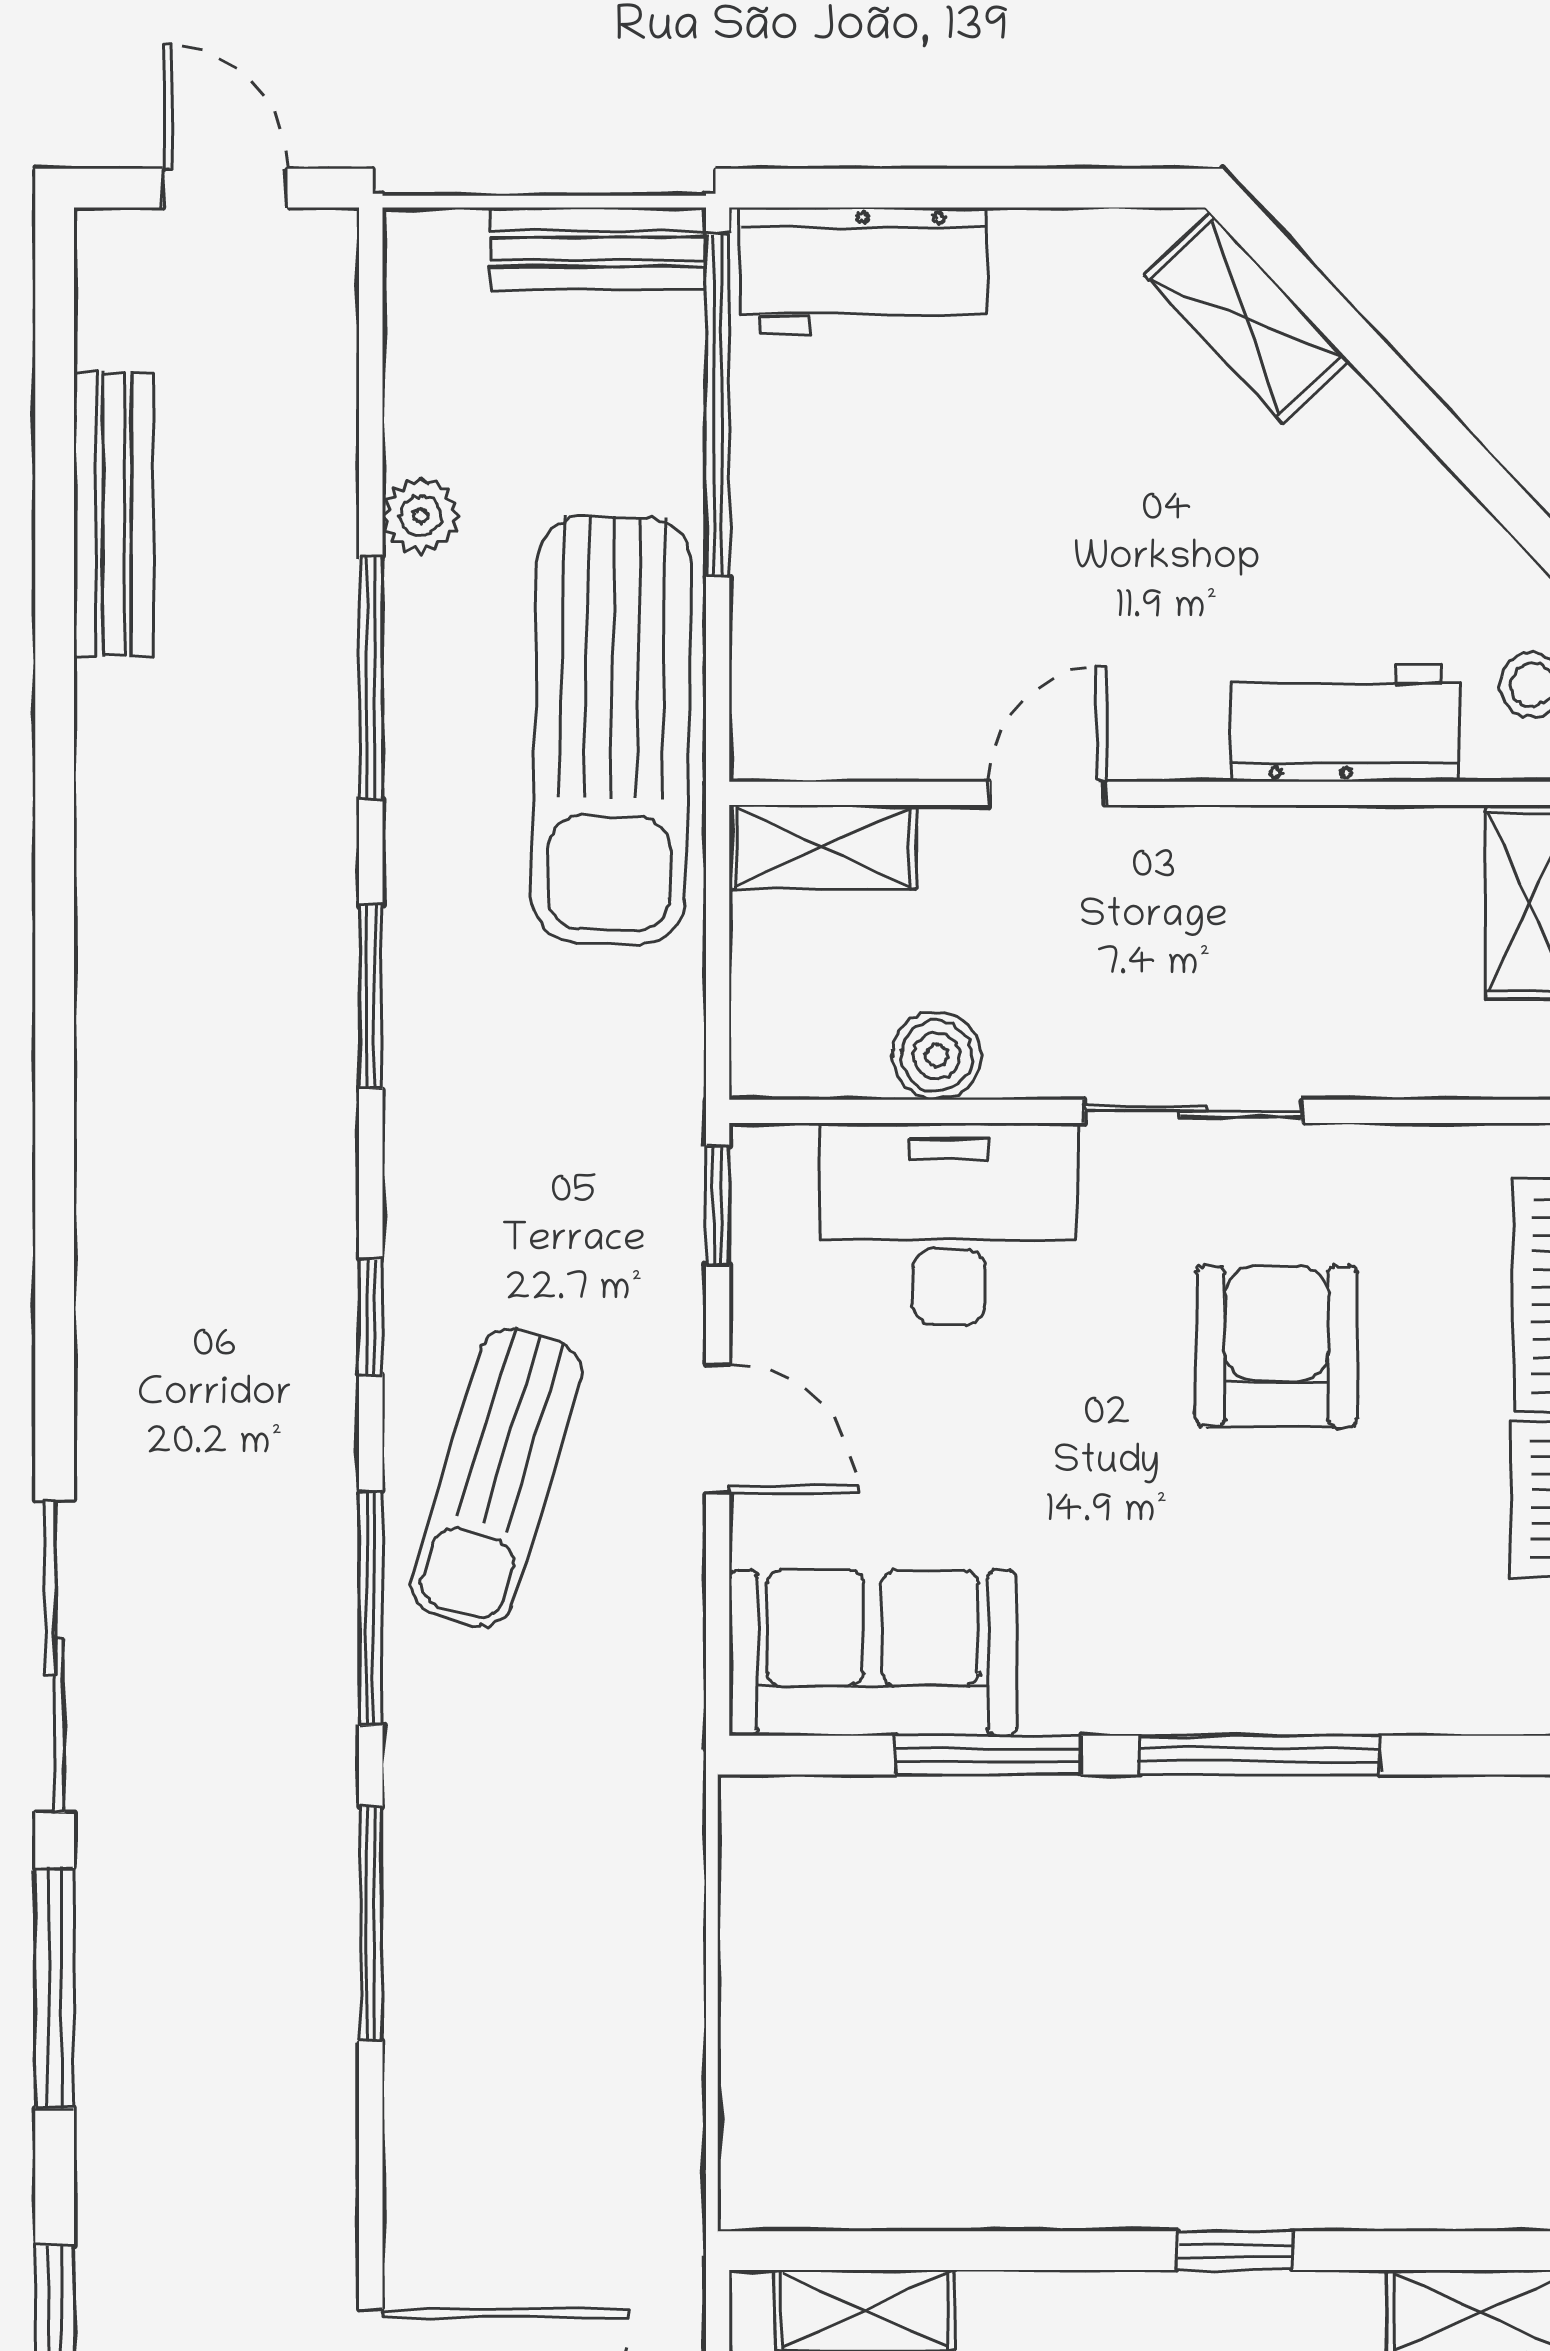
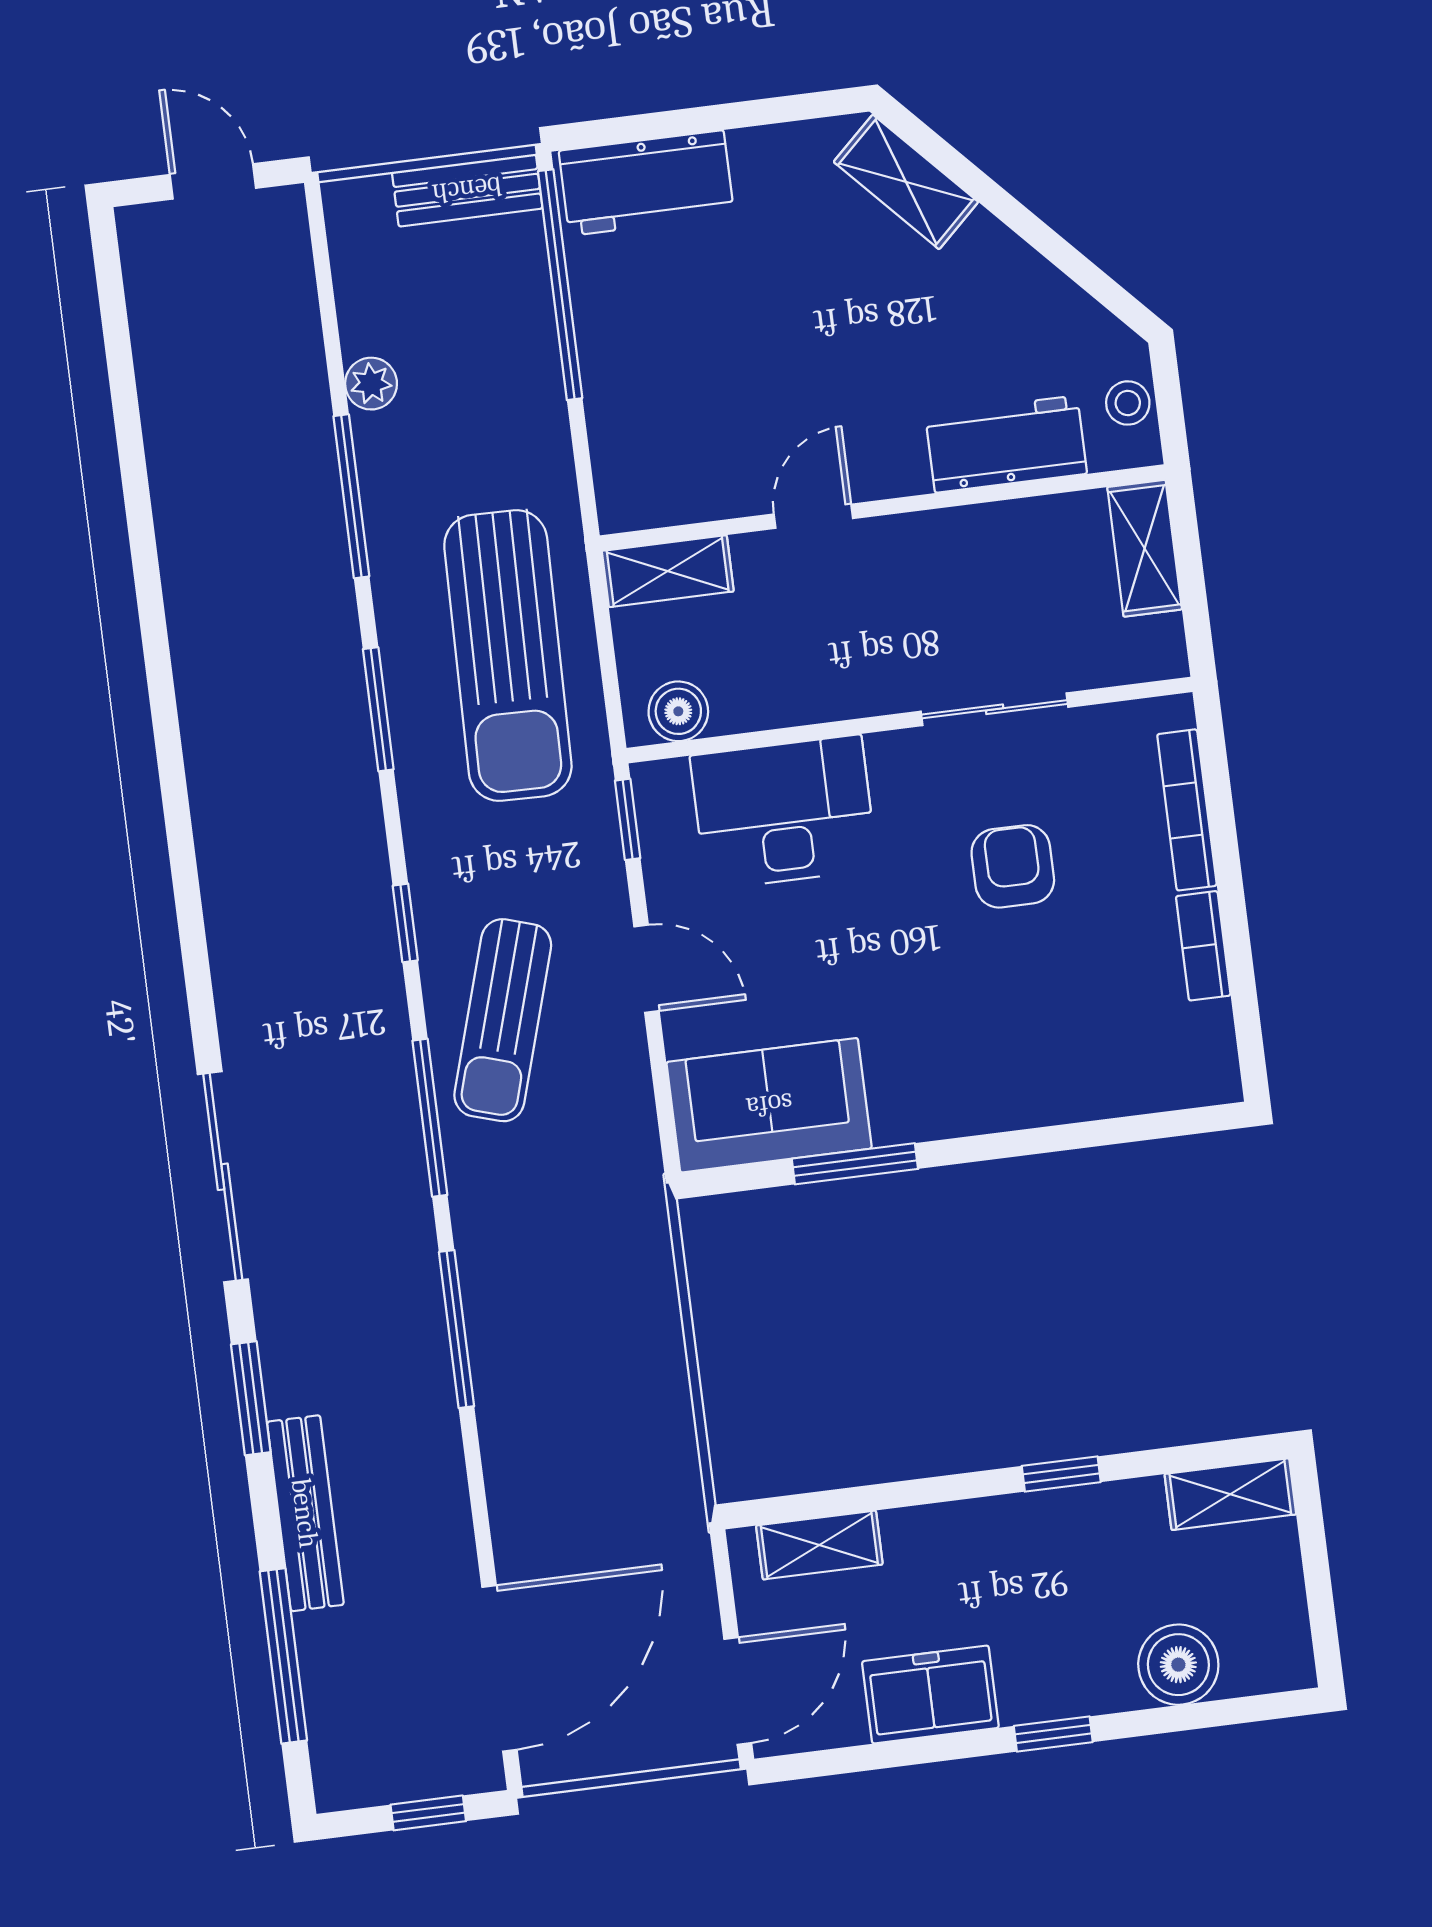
bench: (114, 514) -> (305, 1513), moved
sun lounger: (611, 730) -> (508, 656), moved
boiler: (937, 1056) -> (678, 711), moved
sliding door: (1193, 1111) -> (995, 709), moved
armchair: (1276, 1346) -> (1013, 866), width x0.72, depth x0.72
window: (1259, 1755) -> (1036, 1141), removed
window: (55, 1988) -> (251, 1398), width x0.69

